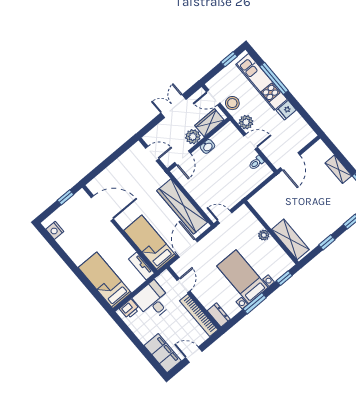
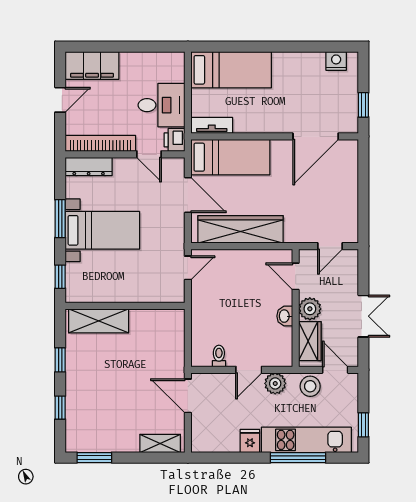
door: (213, 97) -> (335, 370), hinge flipped
shelving: (338, 169) -> (160, 443), moved
plant: (264, 235) -> (129, 295), removed
printer: (129, 309) -> (174, 140), moved
dresser: (219, 315) -> (89, 166), width x1.44

